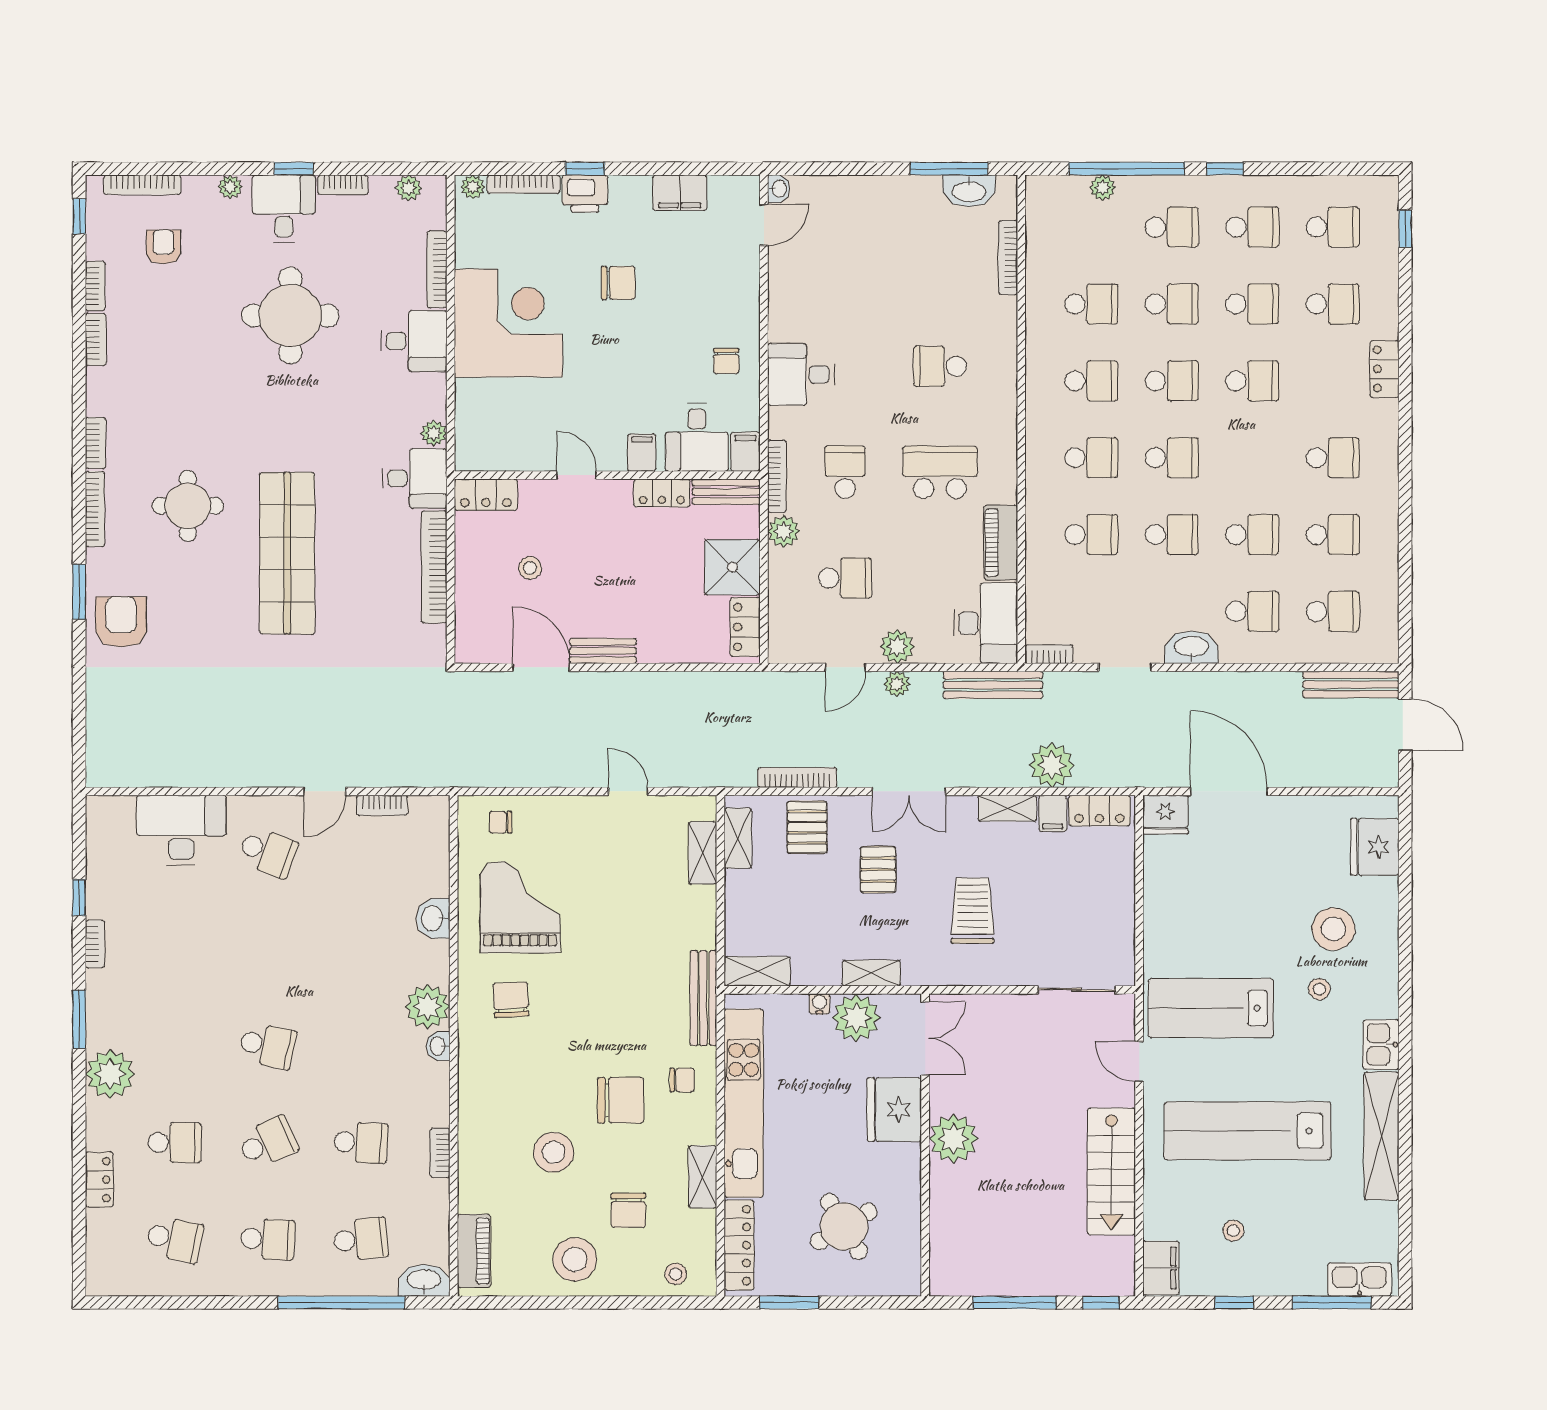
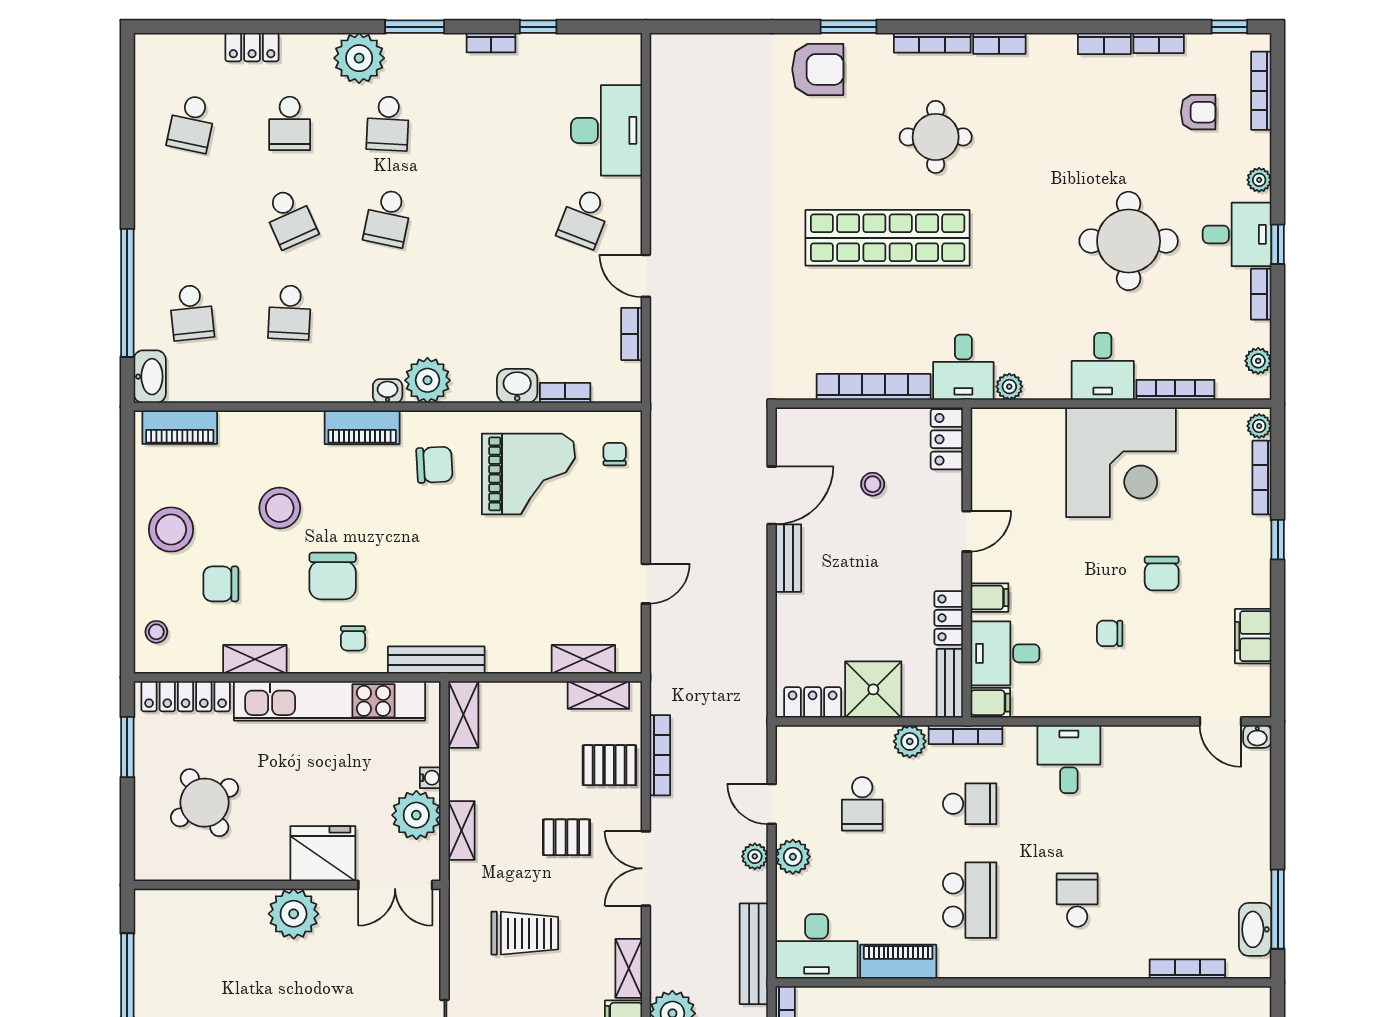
printer: (585, 194) -> (1252, 540), removed
chair: (726, 361) -> (1110, 633), moved
piano: (474, 1071) -> (362, 427), added
bookcase: (440, 1153) -> (565, 393), moved
school desk: (268, 1239) -> (388, 123), moved

